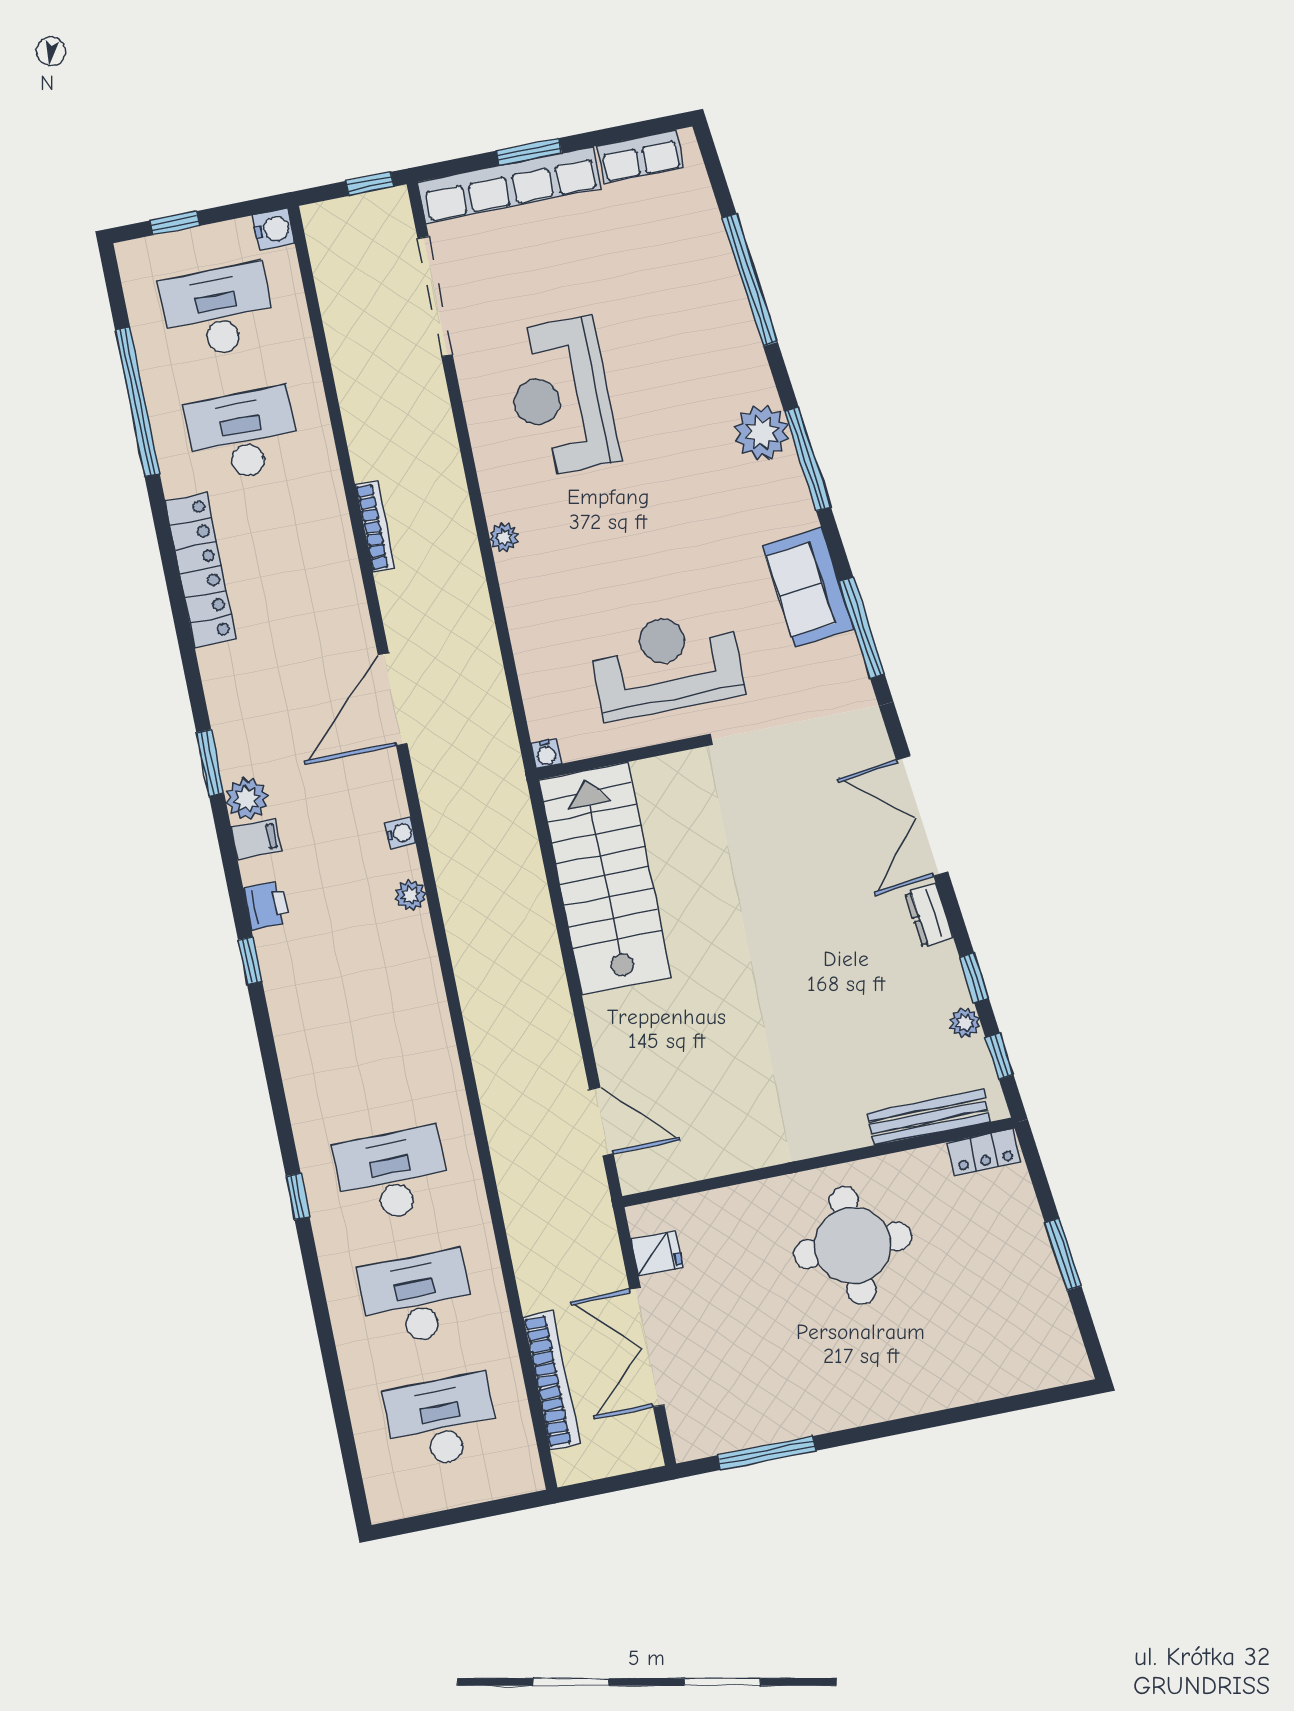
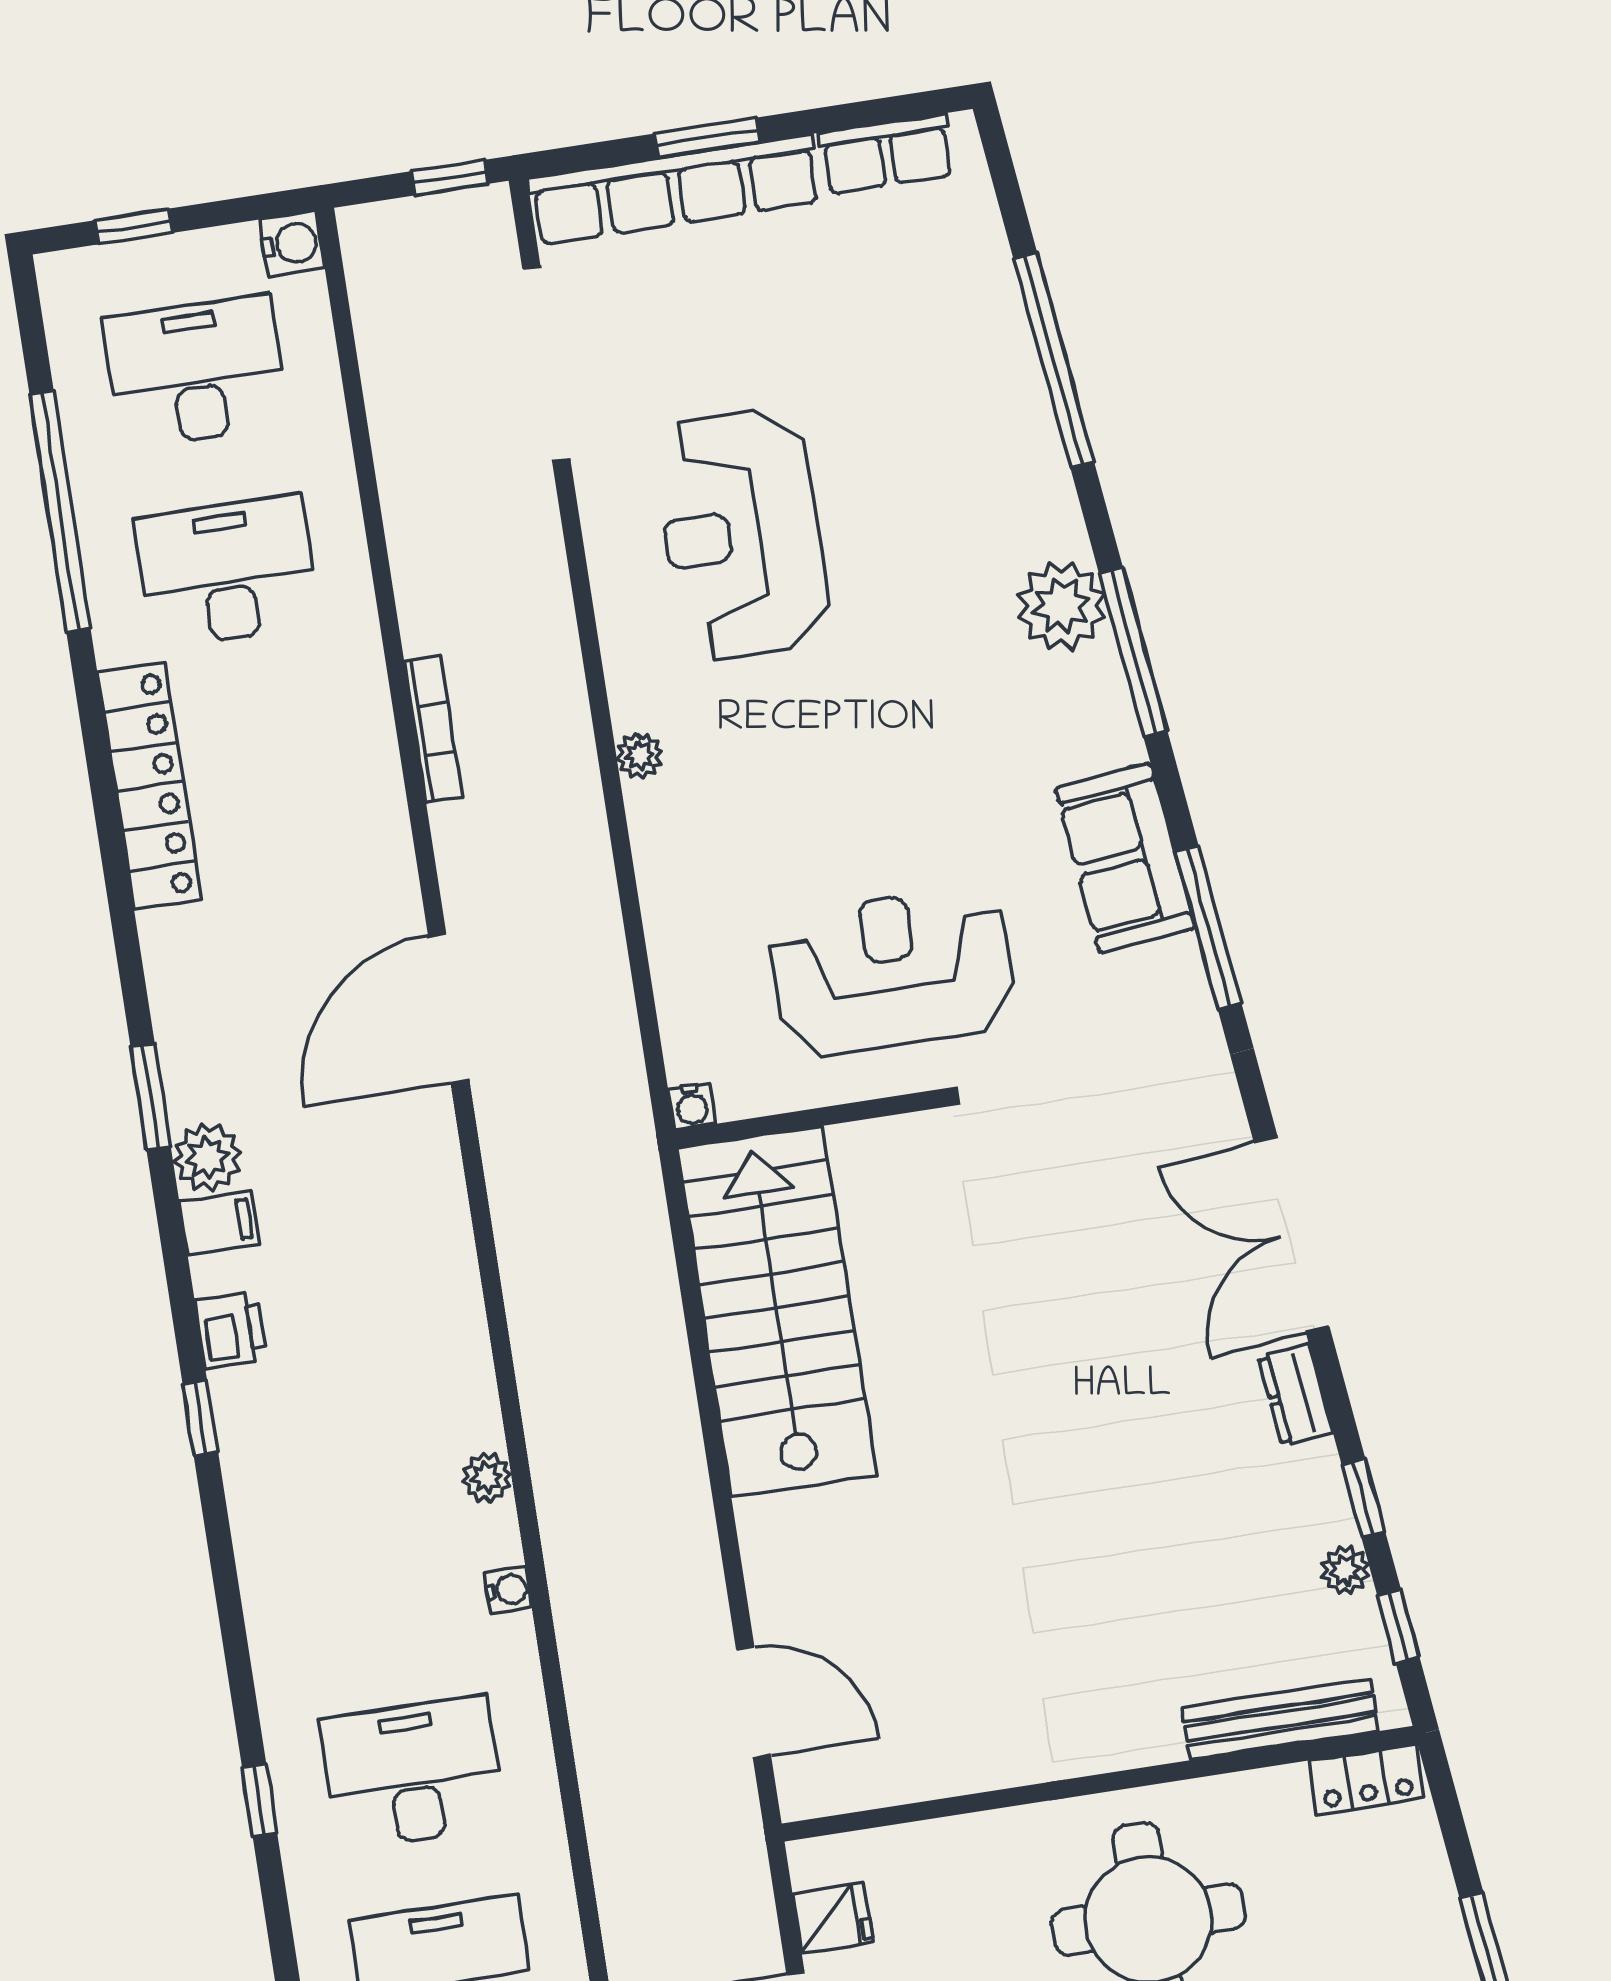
water cooler: (400, 833) -> (508, 1590), moved
plant: (411, 896) -> (487, 1478), moved

